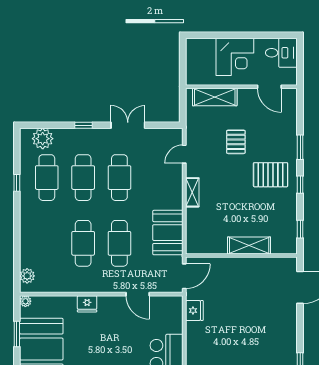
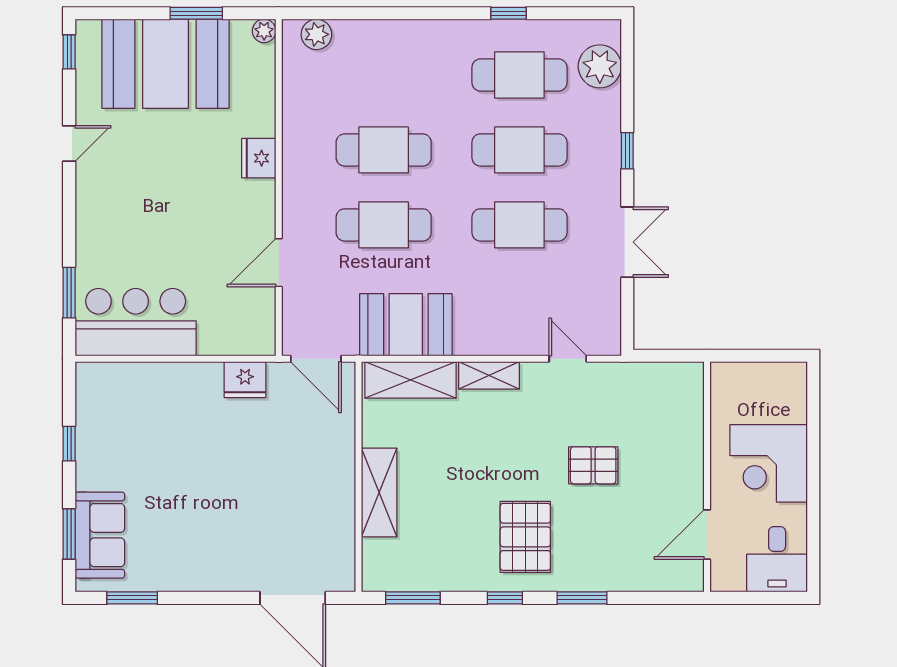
shelving: (215, 97) -> (410, 380), moved, turned 90
window: (300, 229) -> (413, 598), width x1.50

